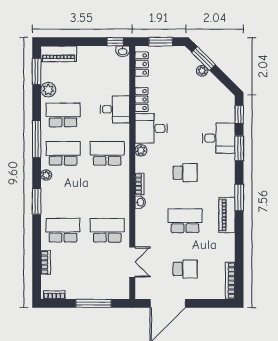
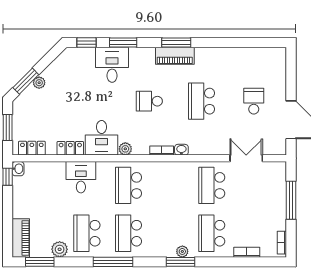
school desk: (185, 173) -> (149, 101), turned -90
plant: (46, 175) -> (182, 251), moved
piano: (227, 215) -> (175, 56), moved
bookcase: (230, 281) -> (266, 52), removed

